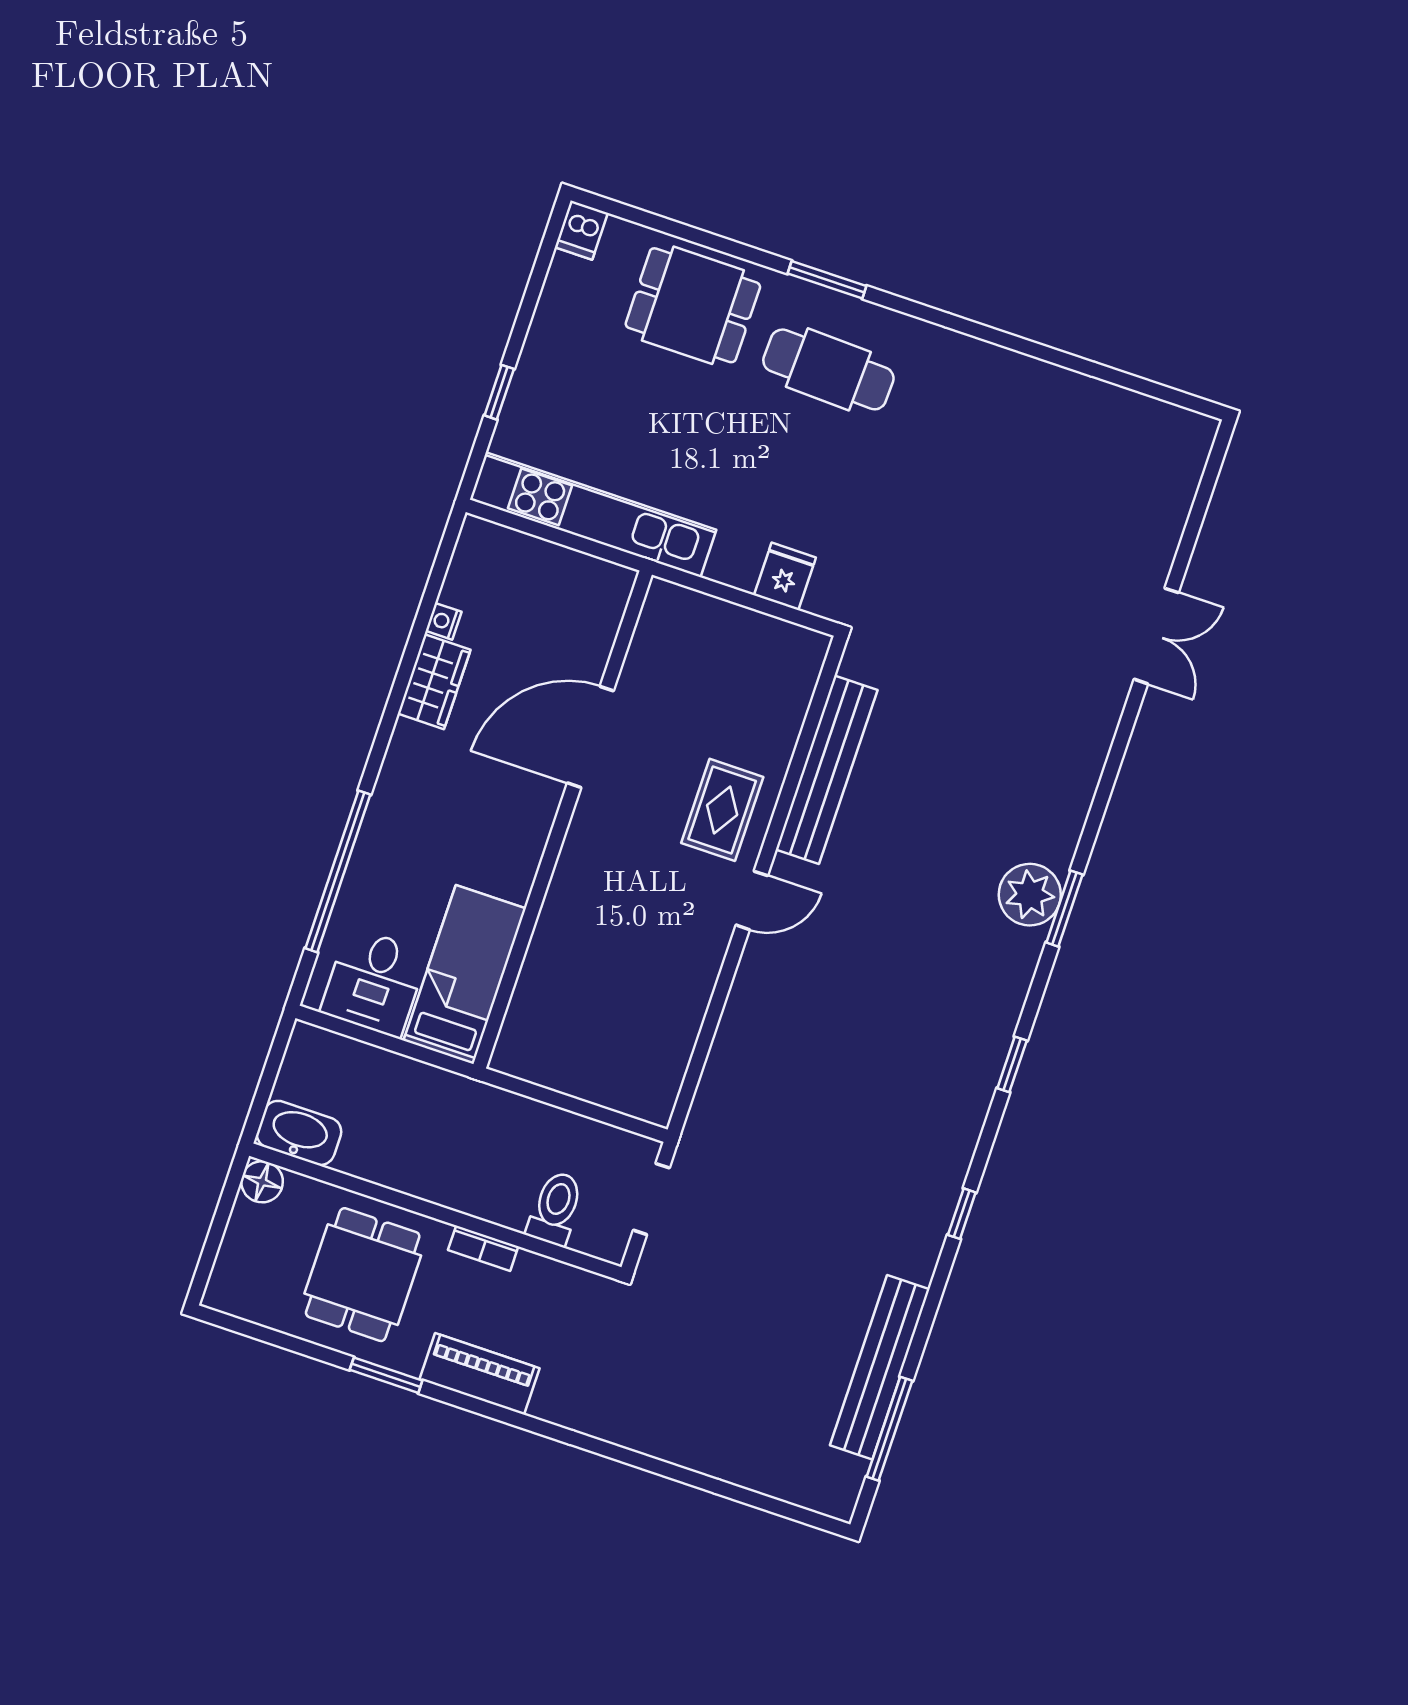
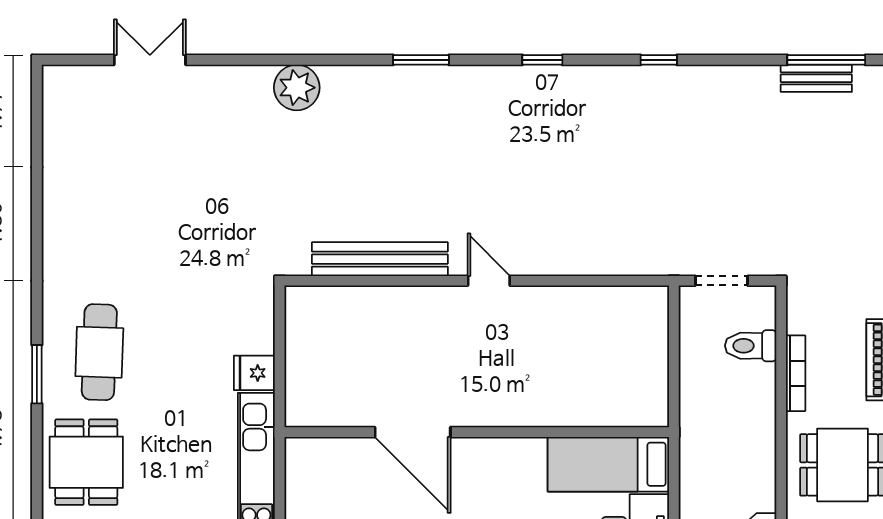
fridge: (785, 576) -> (254, 373), moved
double door: (1156, 636) -> (150, 60), moved
rug: (722, 810) -> (433, 323), removed
plant: (1030, 895) -> (297, 88), moved
bookcase: (483, 1248) -> (796, 373), width x1.56
bench: (880, 1367) -> (816, 78), width x0.54, depth x0.82

